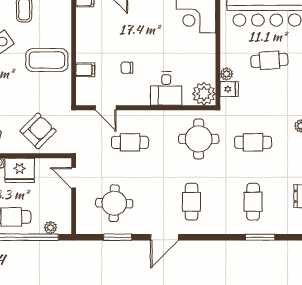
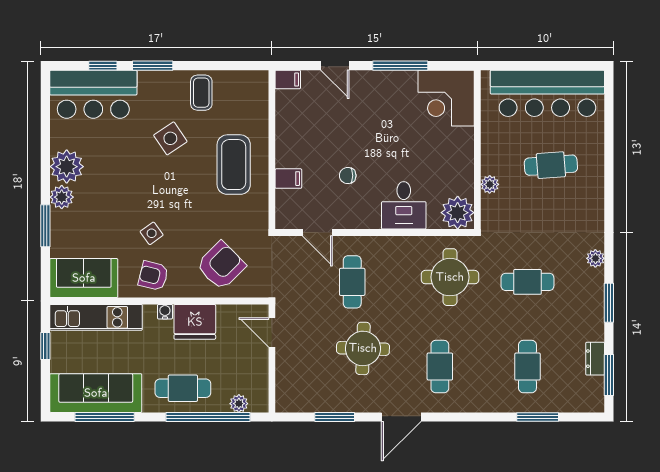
coffee table: (47, 60) -> (234, 165), turned 90
fridge: (229, 89) -> (494, 206), removed
cafe table: (130, 142) -> (352, 282), turned 90
round table: (114, 203) -> (363, 348), moved

